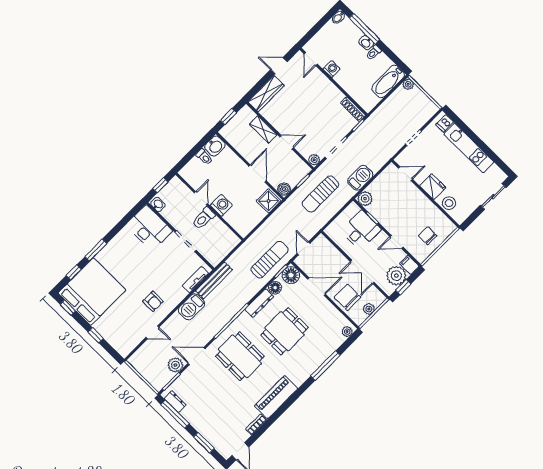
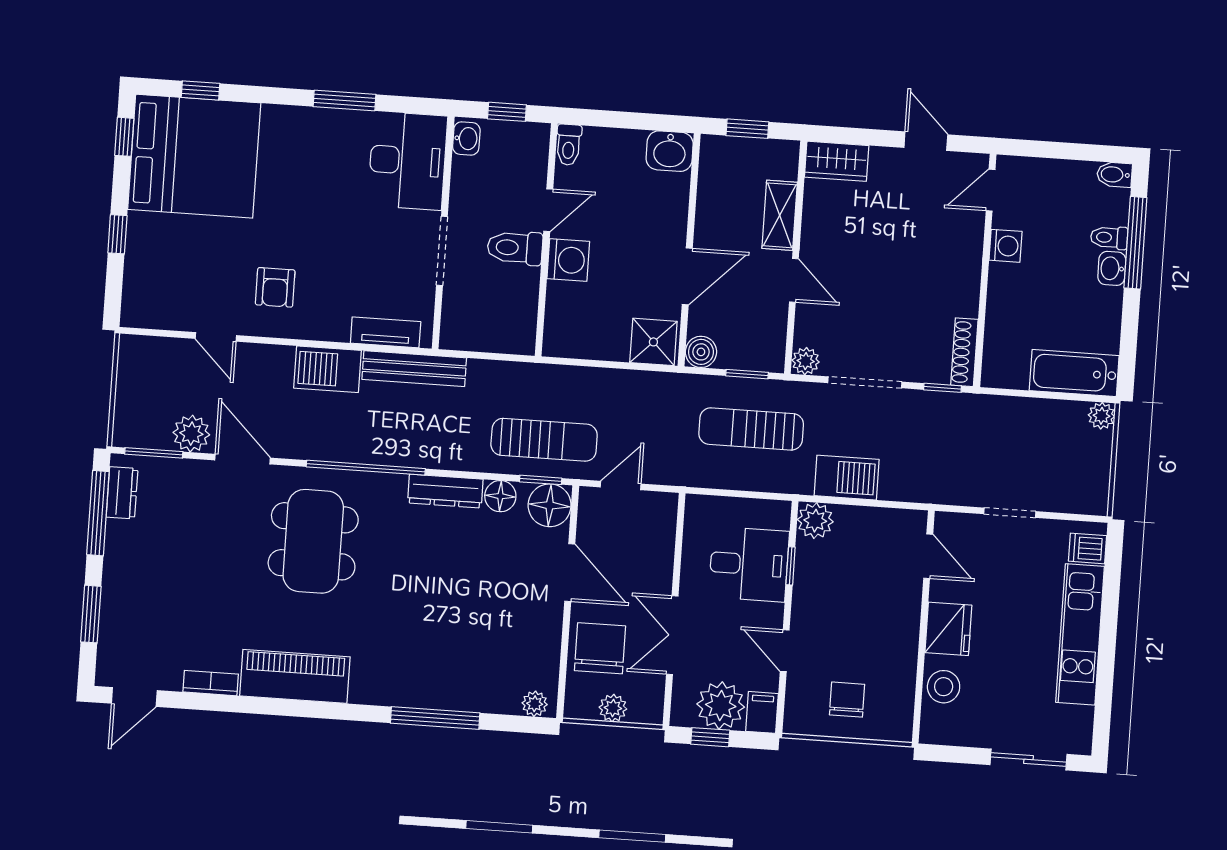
toilet: (374, 53) -> (1109, 238), moved
wardrobe: (266, 94) -> (837, 161), width x0.67
toilet: (204, 157) -> (569, 145), moved
window: (96, 250) -> (345, 100), moved
dining table: (284, 331) -> (433, 585), removed

